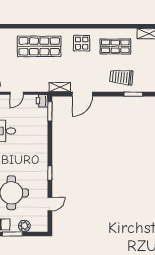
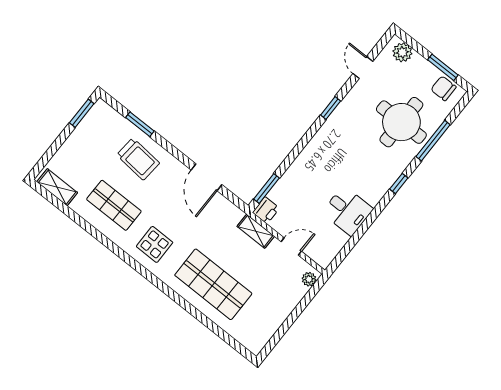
shelving: (60, 87) -> (256, 231), moved
door: (82, 94) -> (207, 177), swing flipped
door: (50, 204) -> (363, 67), hinge flipped
plant: (24, 226) -> (402, 52), moved

